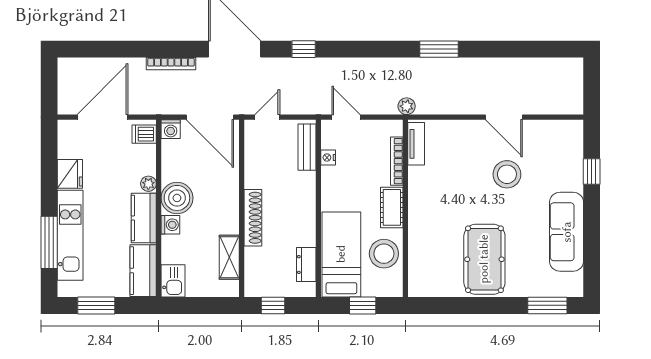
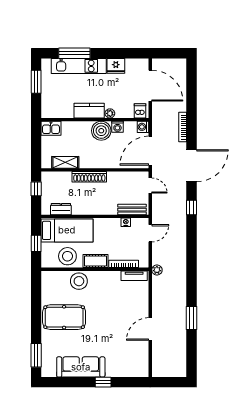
window: (439, 49) -> (191, 318), moved
window: (592, 172) -> (103, 382), moved
stool: (507, 174) -> (79, 281), moved
washing machine: (170, 225) -> (117, 127), moved
kitchen counter: (143, 271) -> (57, 110), removed

